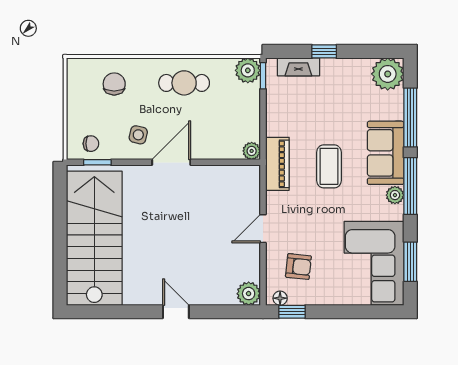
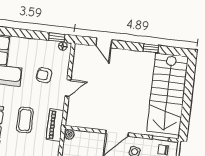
armchair: (298, 267) -> (44, 75), moved
plant: (249, 294) -> (81, 51), removed
window: (131, 312) -> (151, 48), added
door: (176, 312) -> (104, 43), moved

